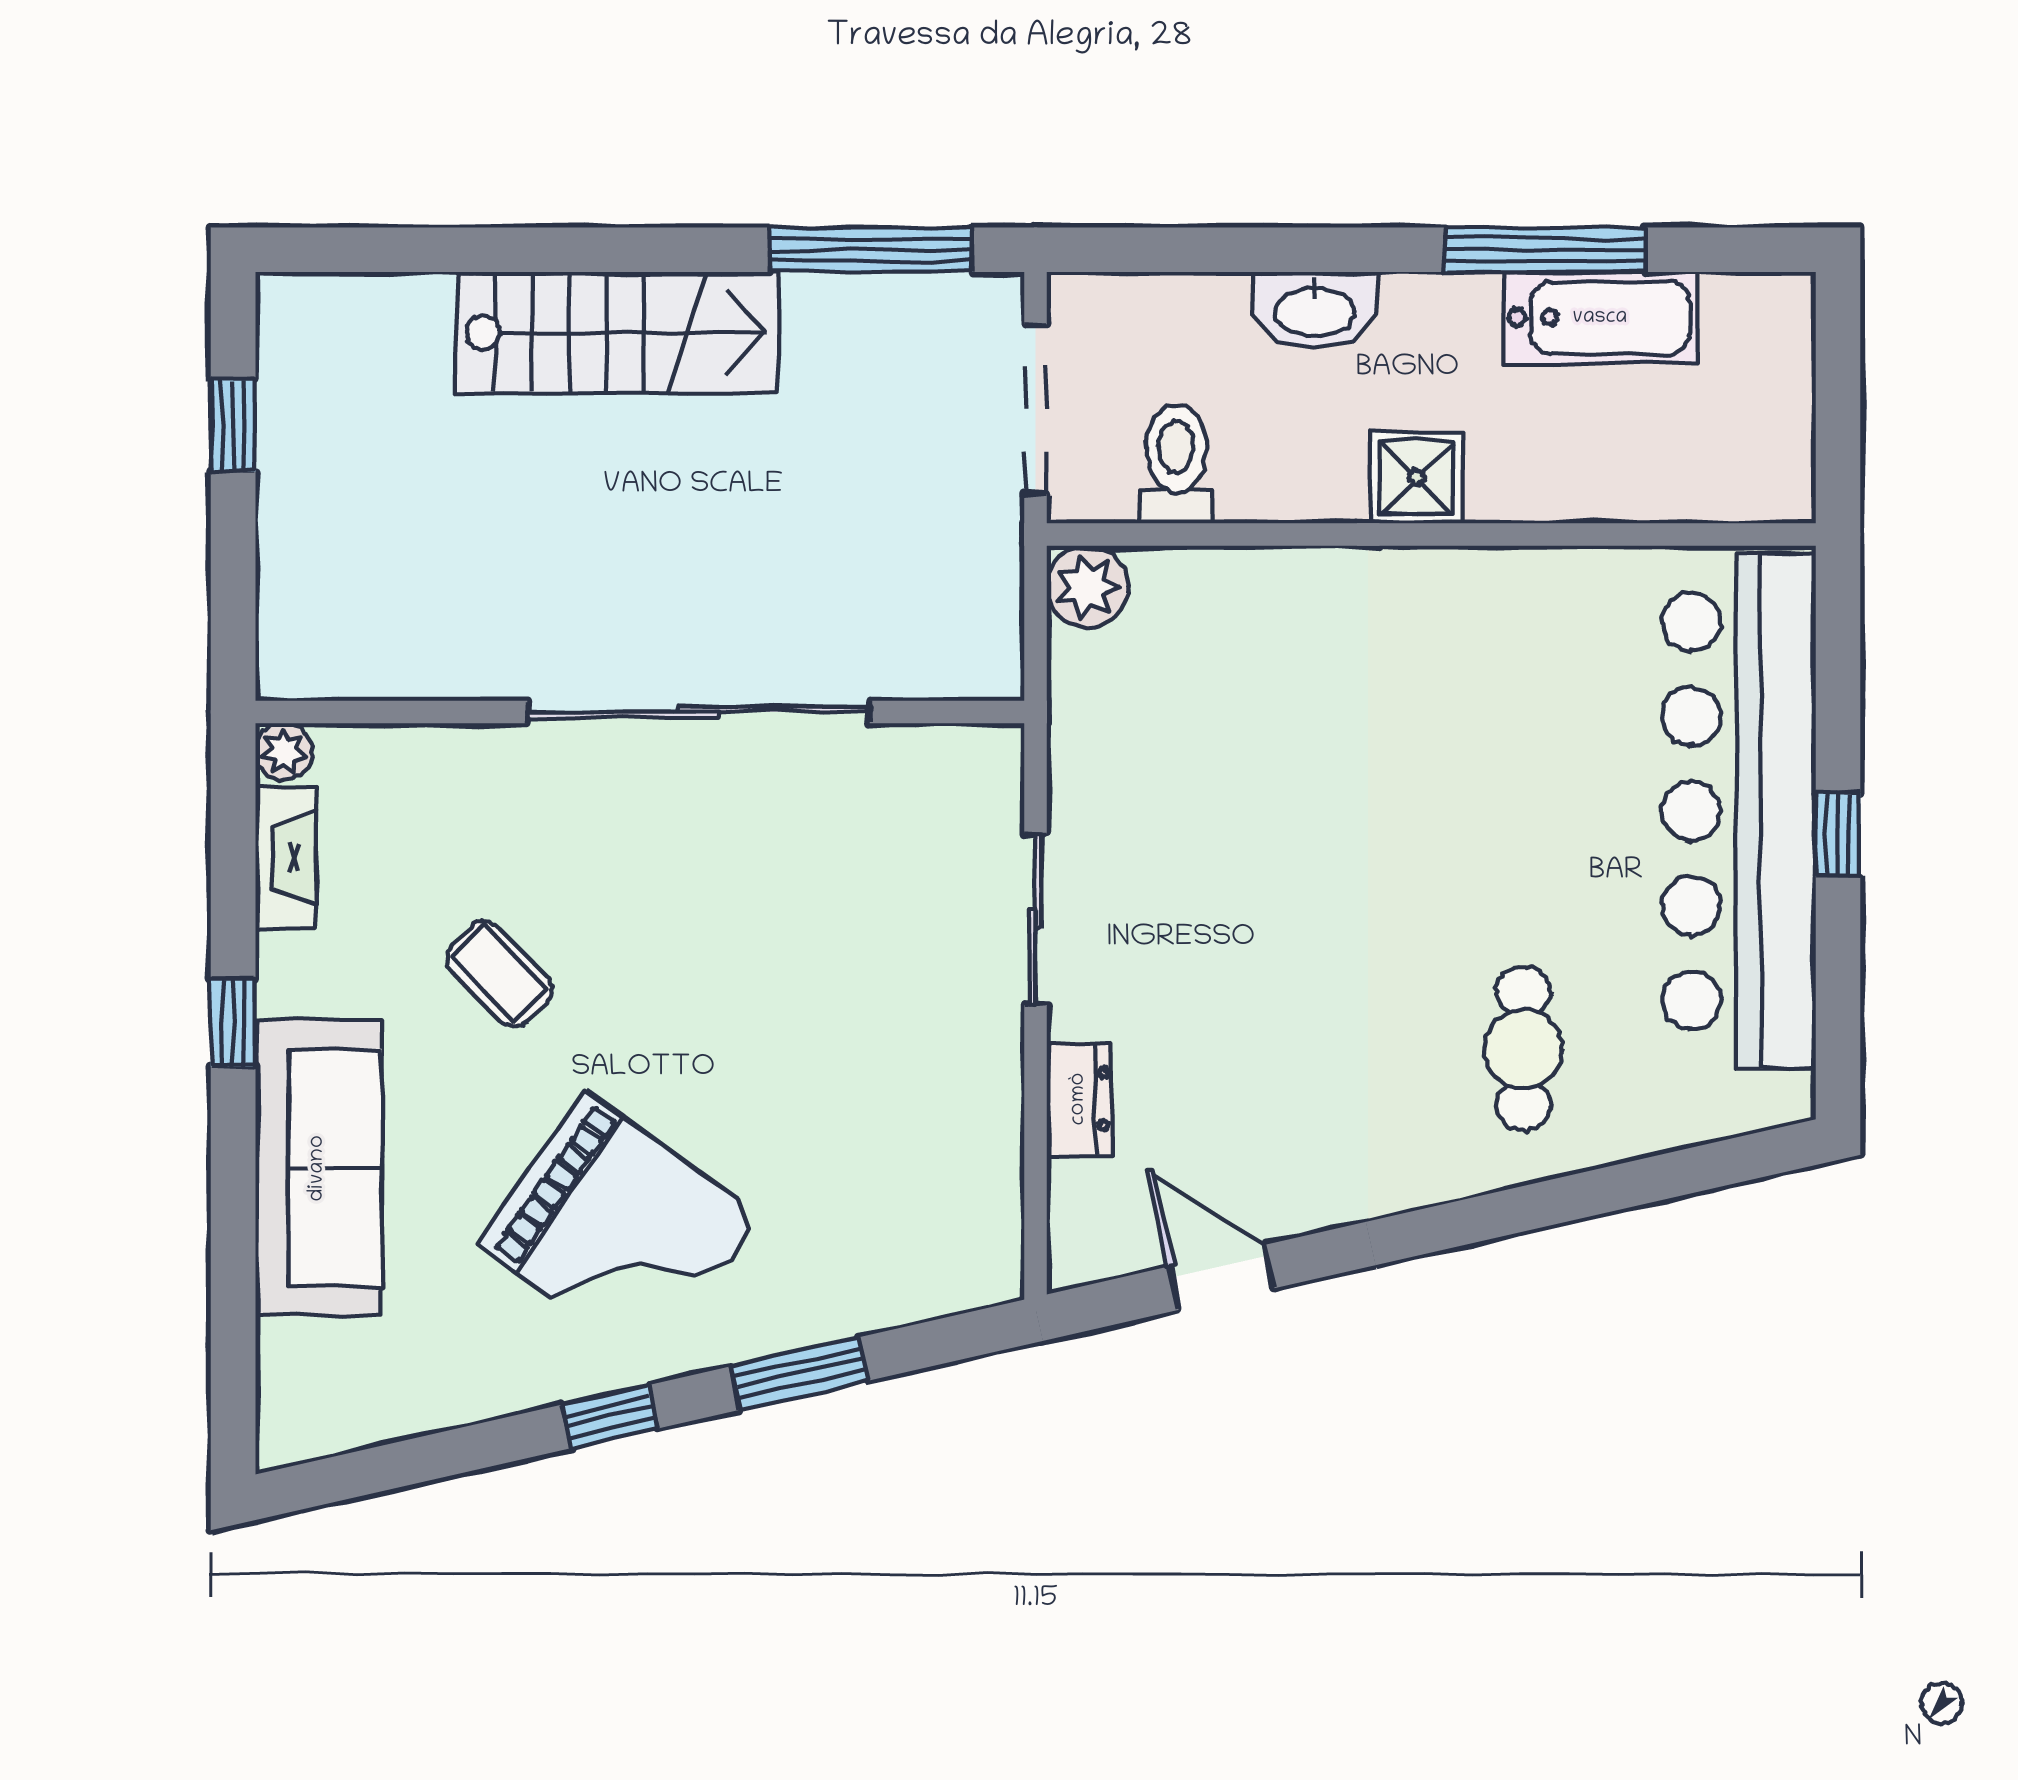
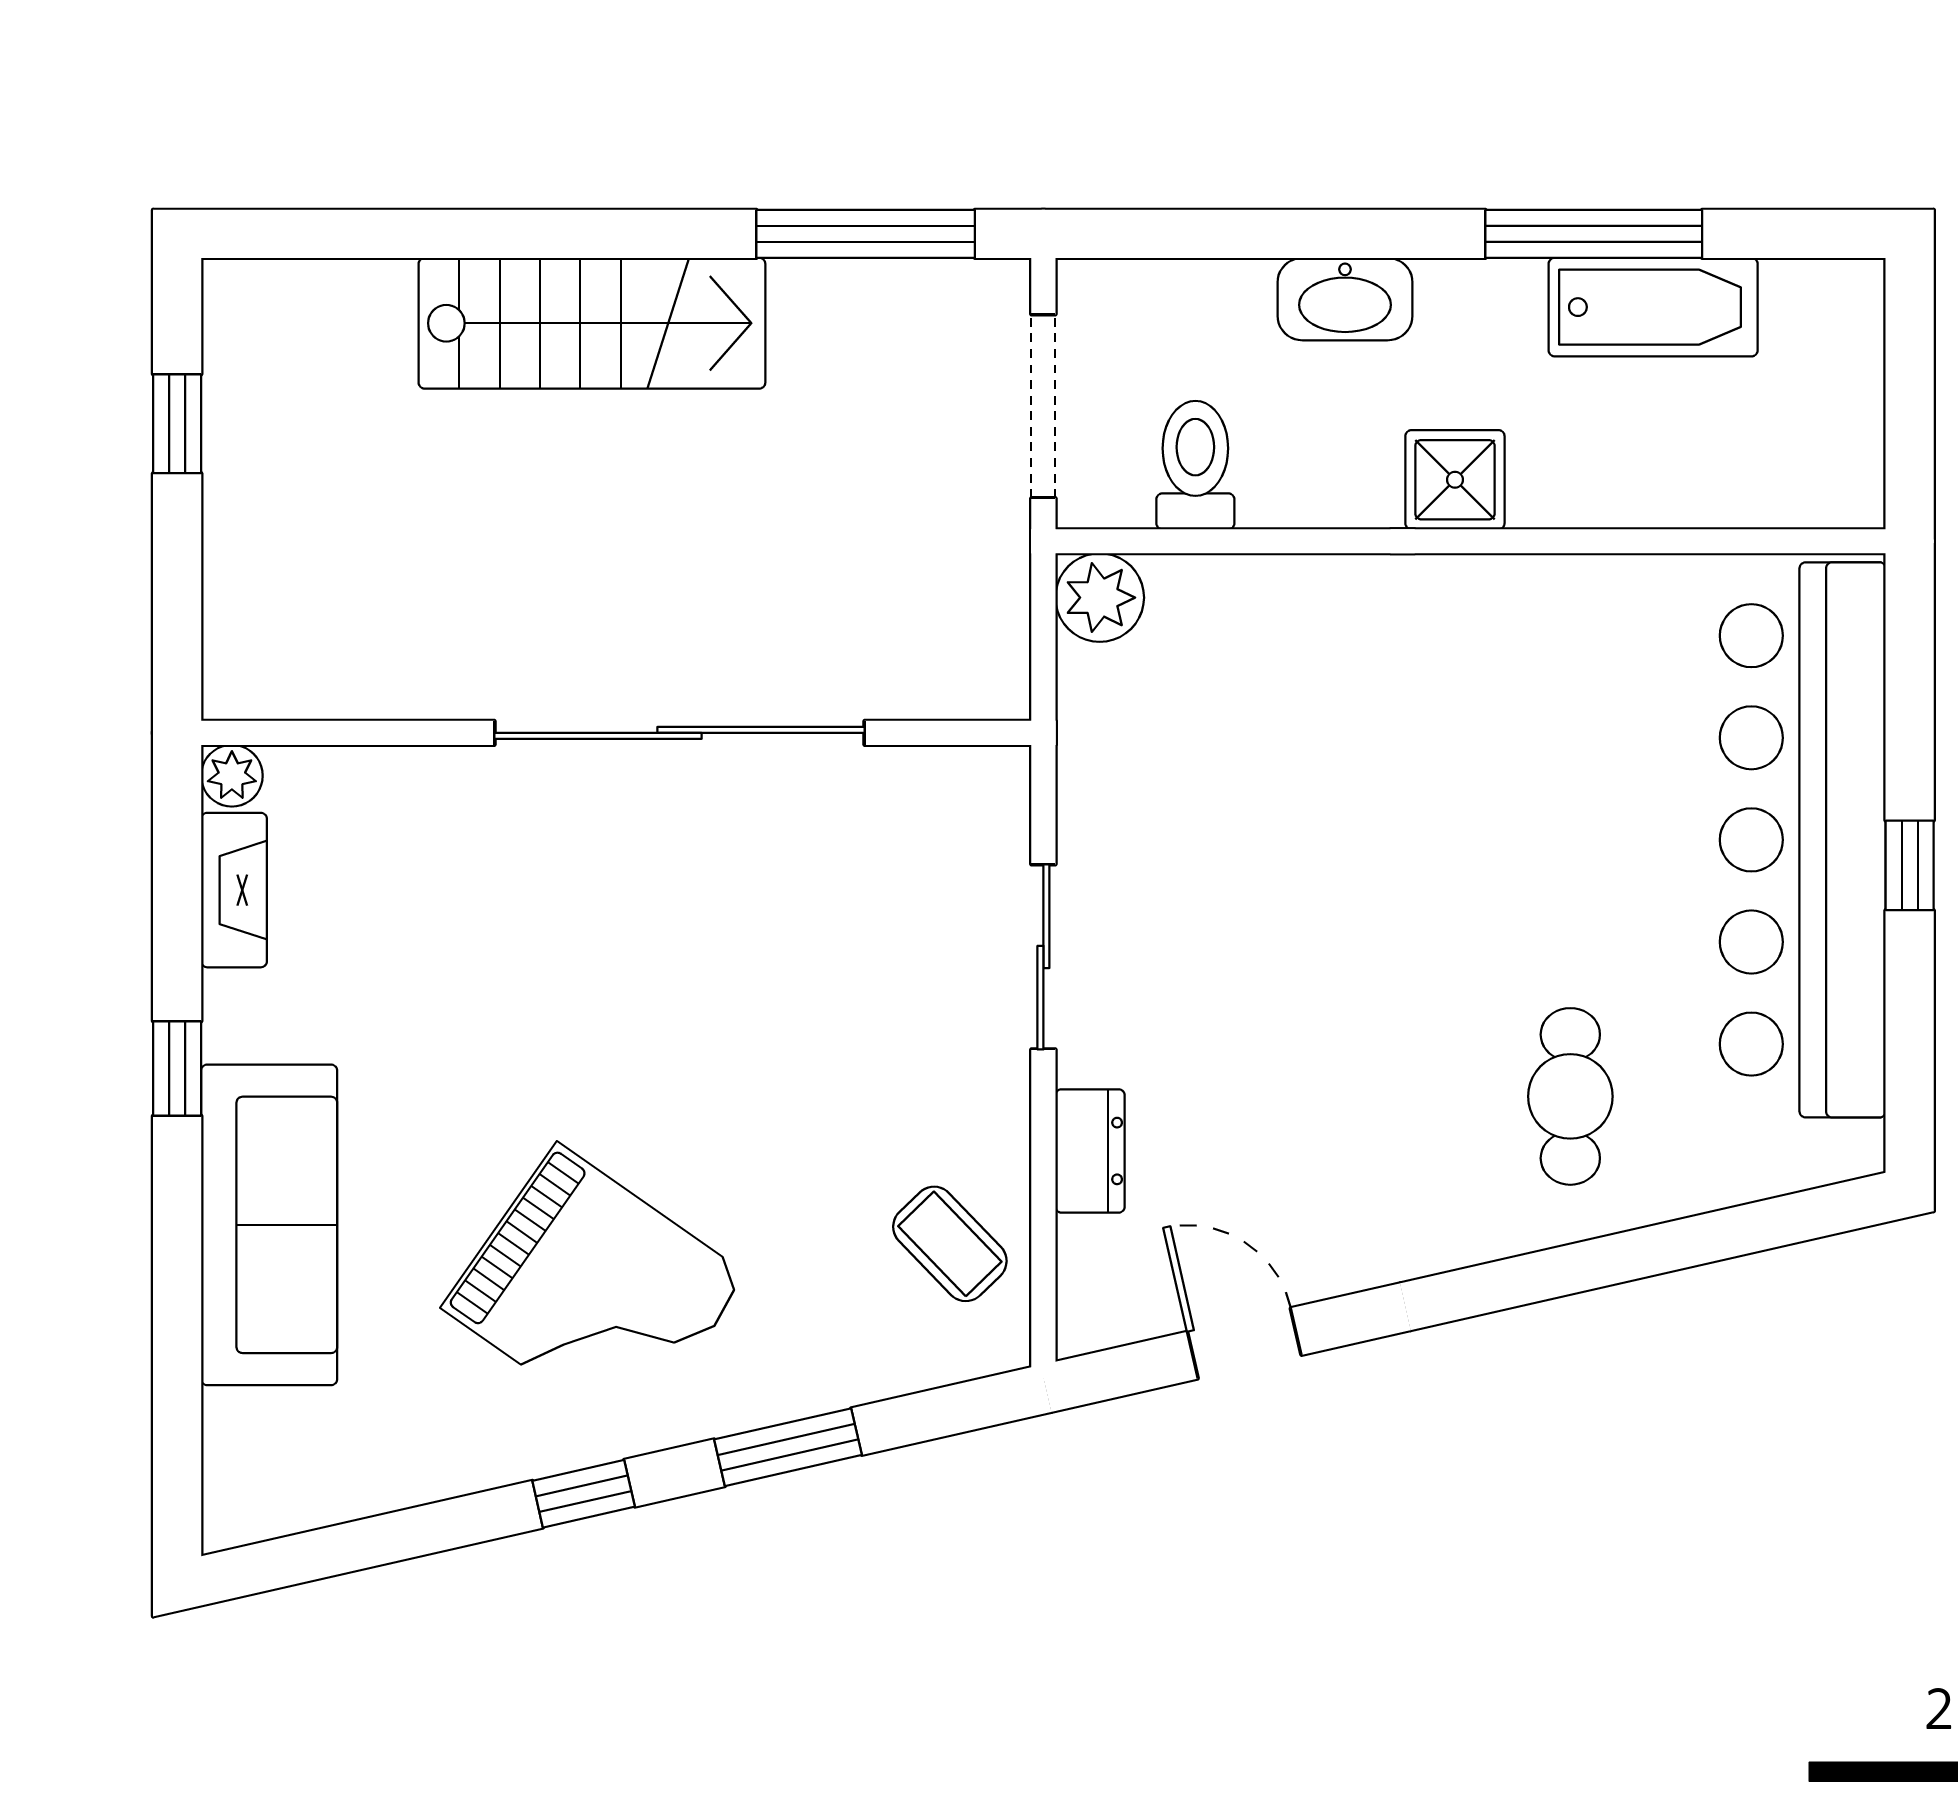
coffee table: (499, 974) -> (950, 1244), moved

